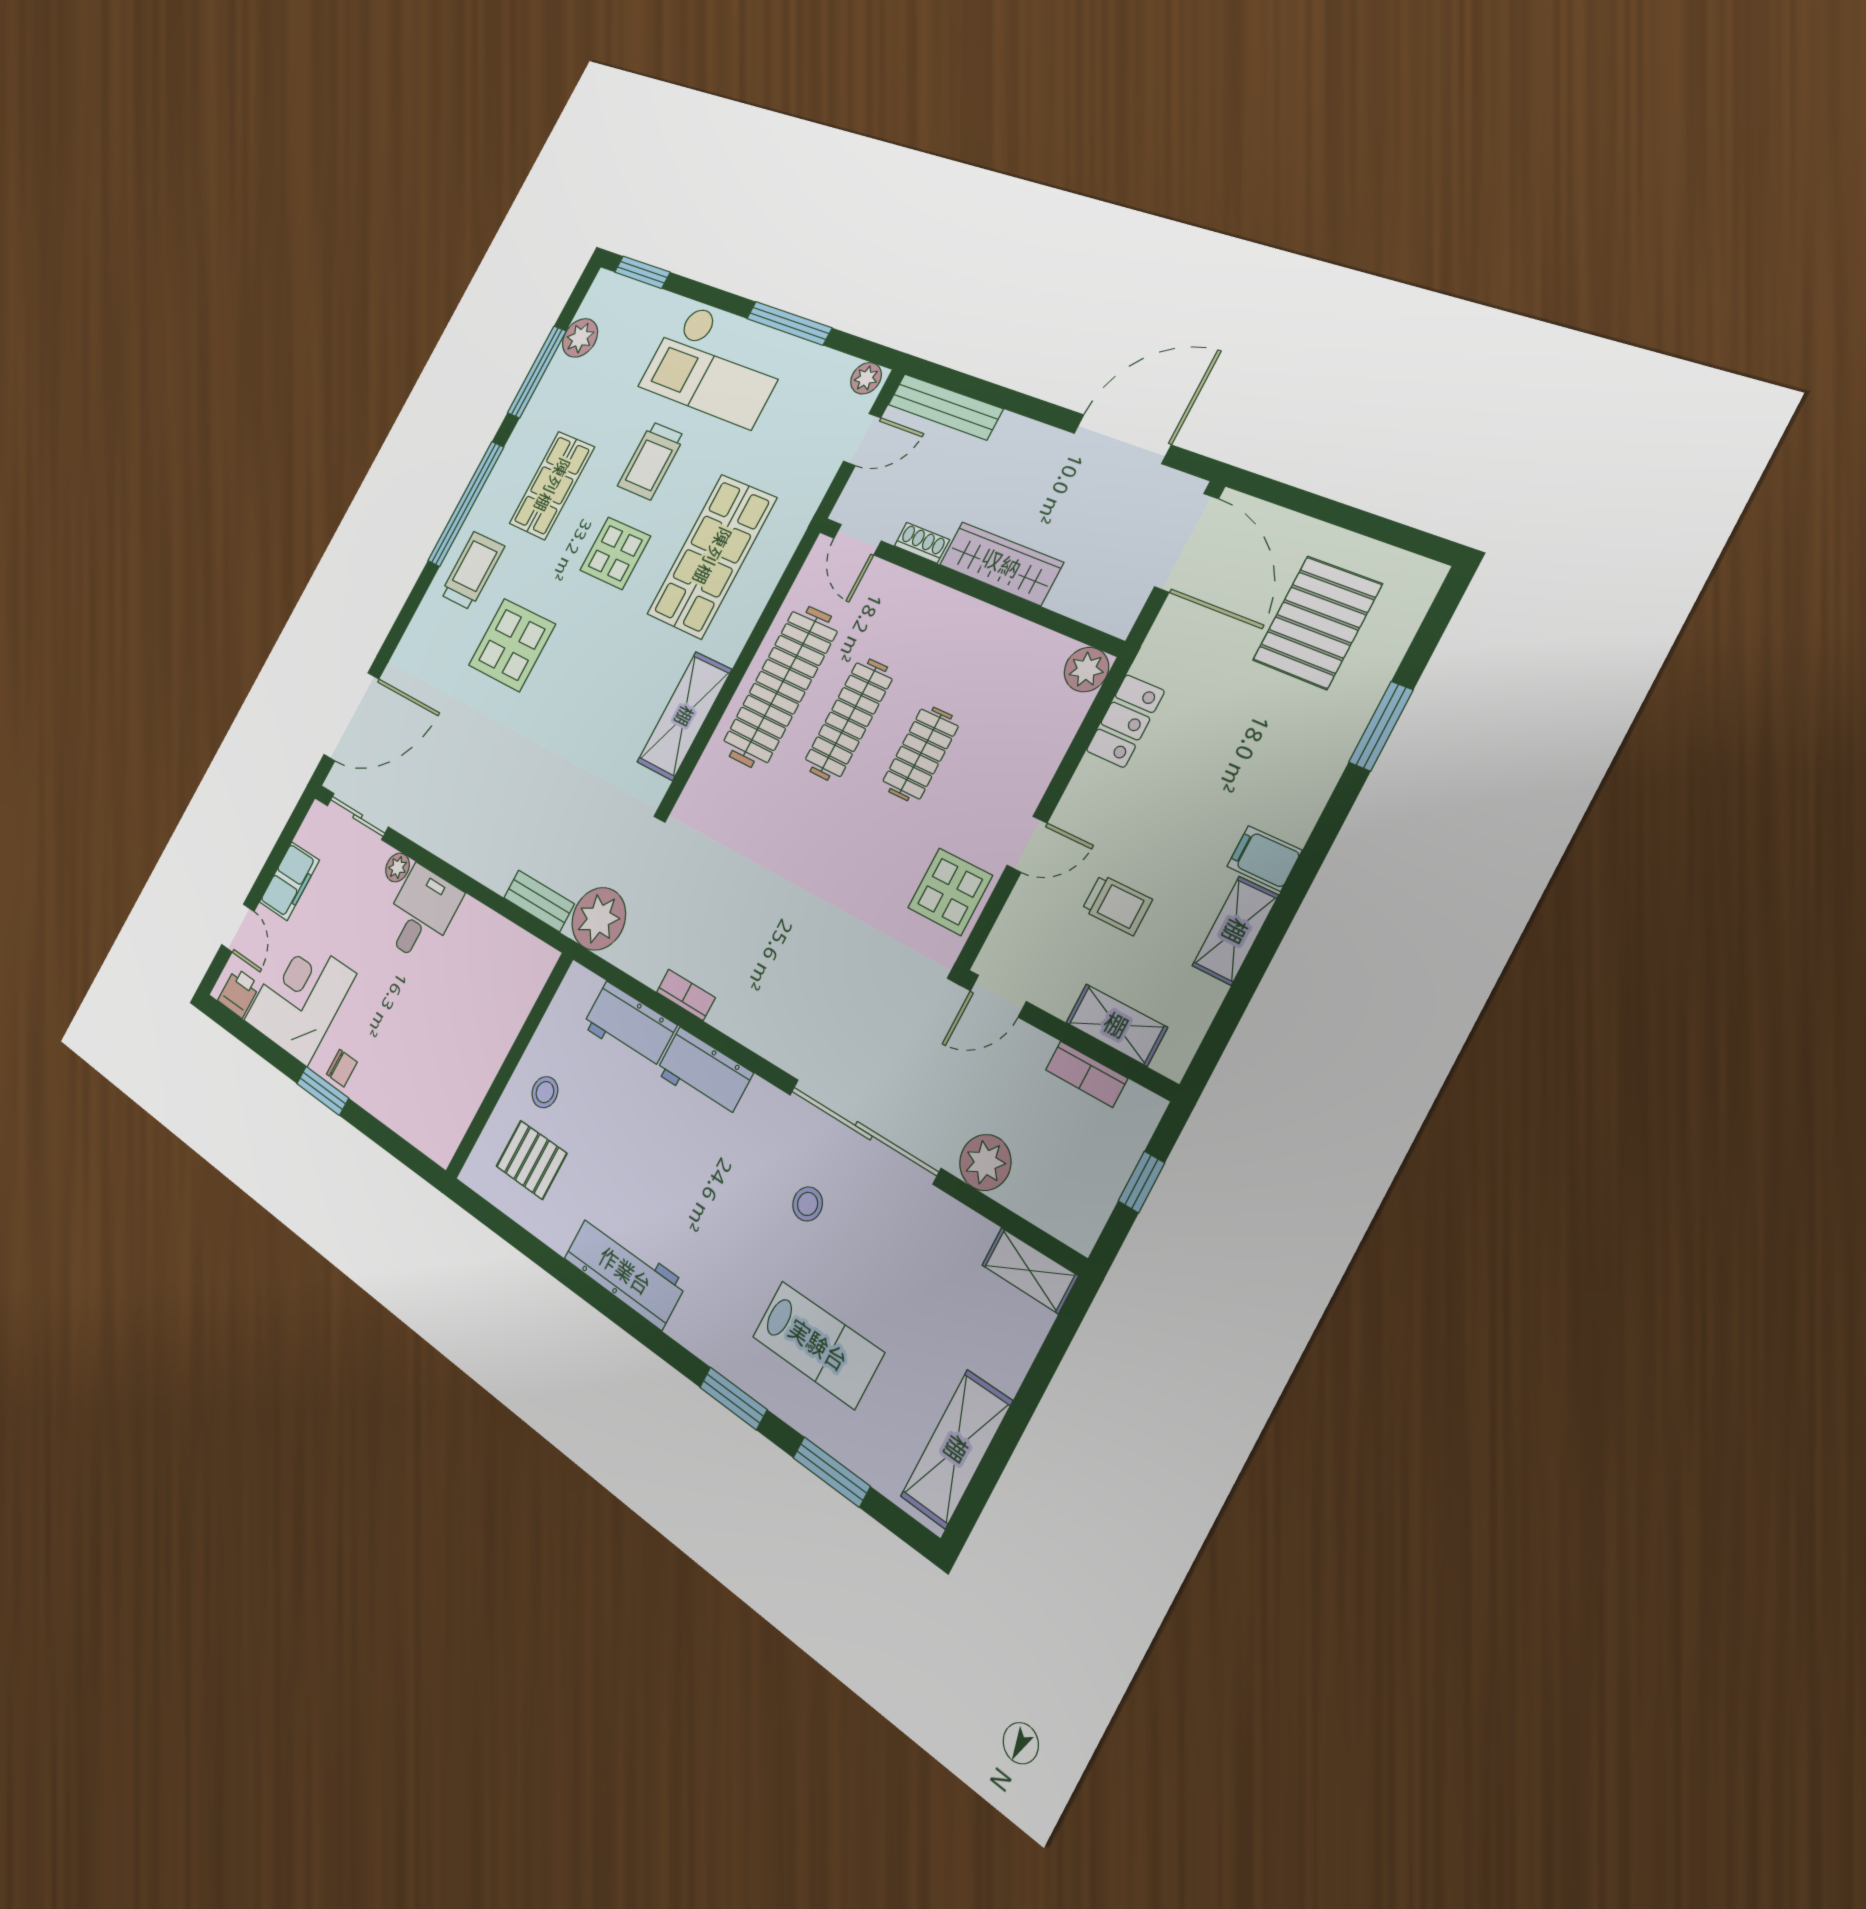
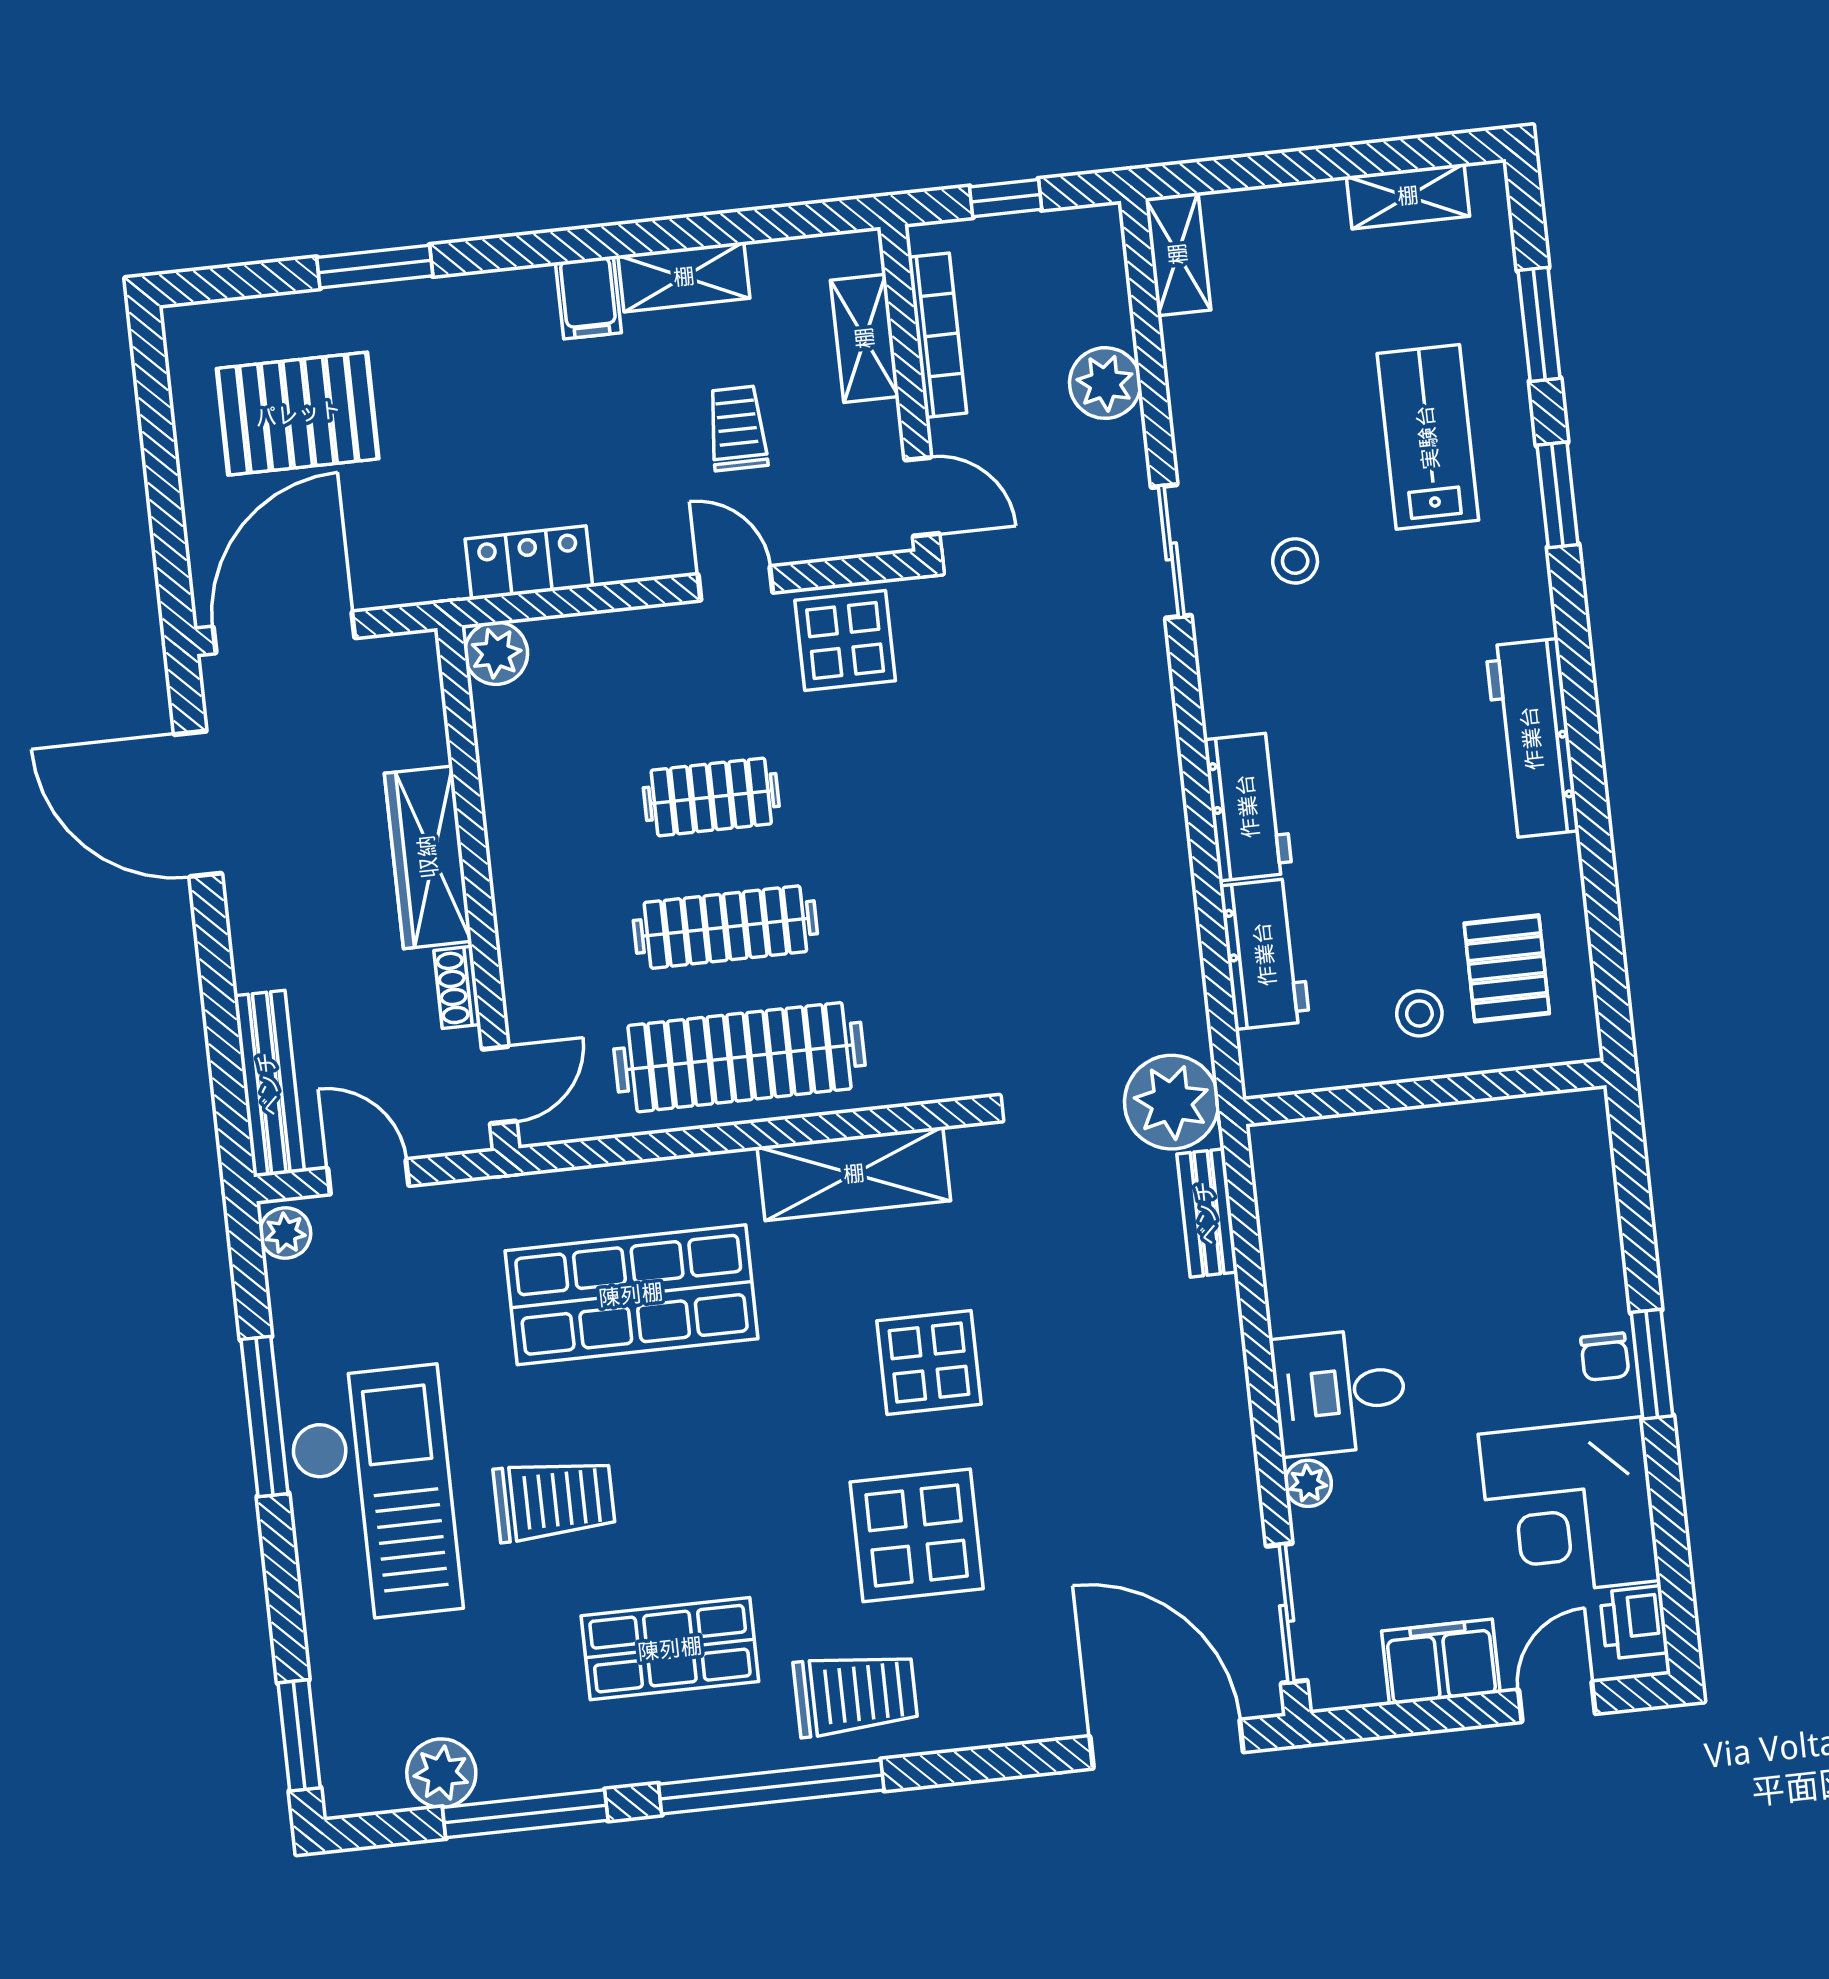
display table: (615, 553) -> (929, 1362), moved
trolley: (472, 571) -> (856, 1694), turned 180
bookcase: (686, 995) -> (1179, 902), removed
chair: (342, 1068) -> (1605, 1357), turned 180
bookcase: (1086, 1074) -> (937, 335), width x1.56
sliding door: (864, 1131) -> (1171, 551), width x0.54
shelving: (956, 1449) -> (1408, 196), width x0.67, depth x0.75

